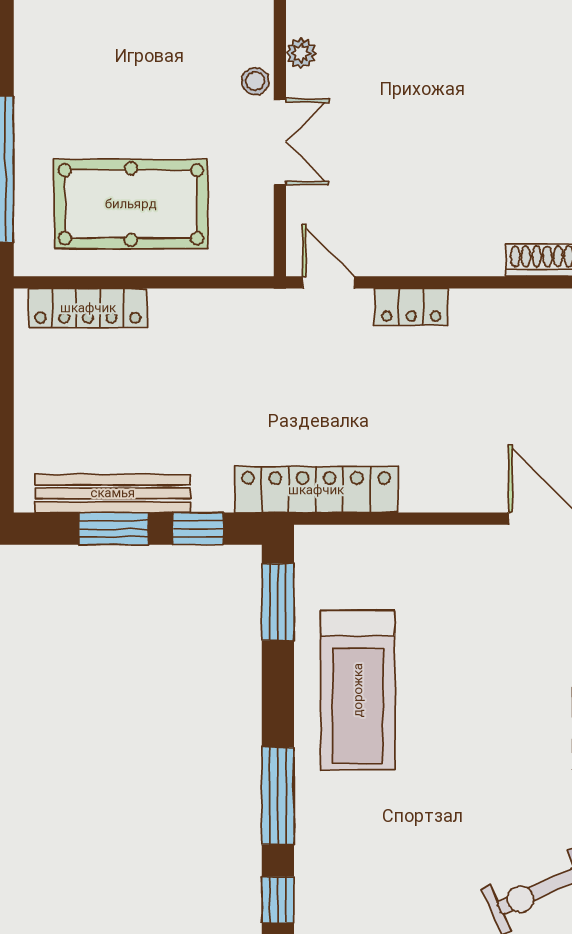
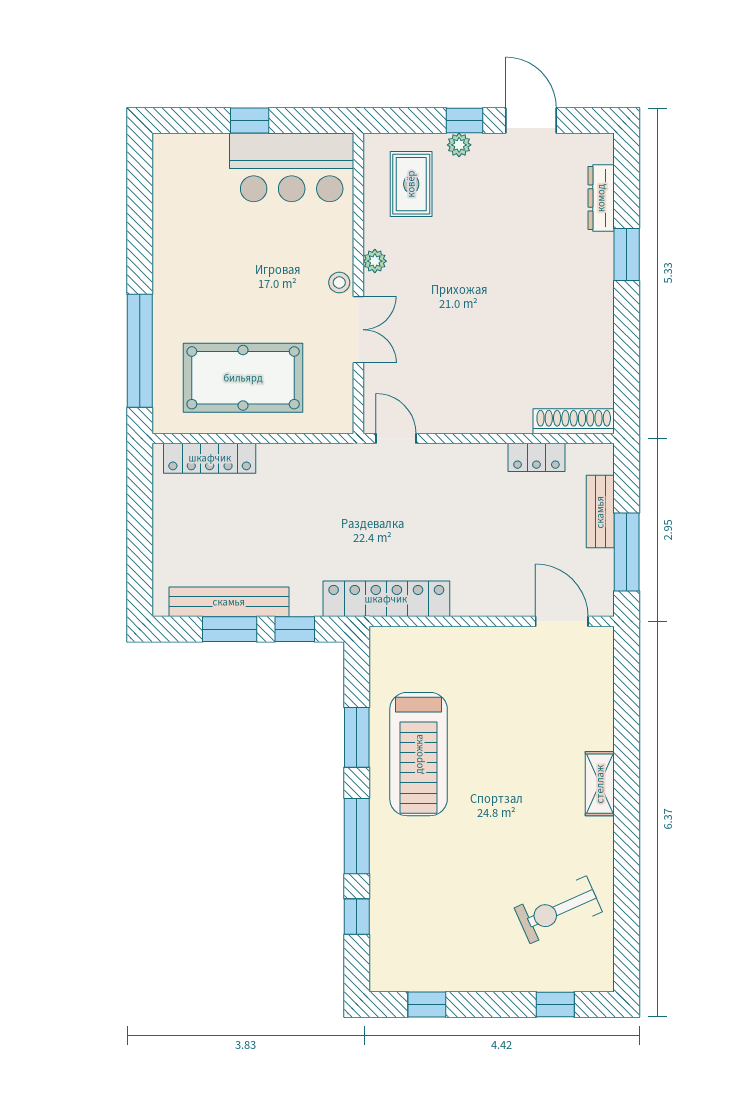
locker: (411, 307) -> (536, 457), moved
window: (278, 602) -> (357, 737), moved

